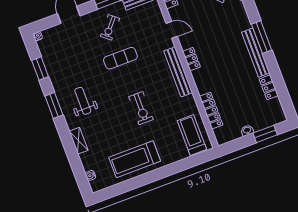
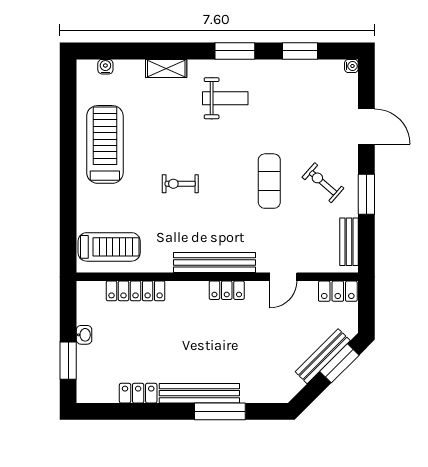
exercise bike: (141, 108) -> (180, 184), width x0.73, depth x0.72

